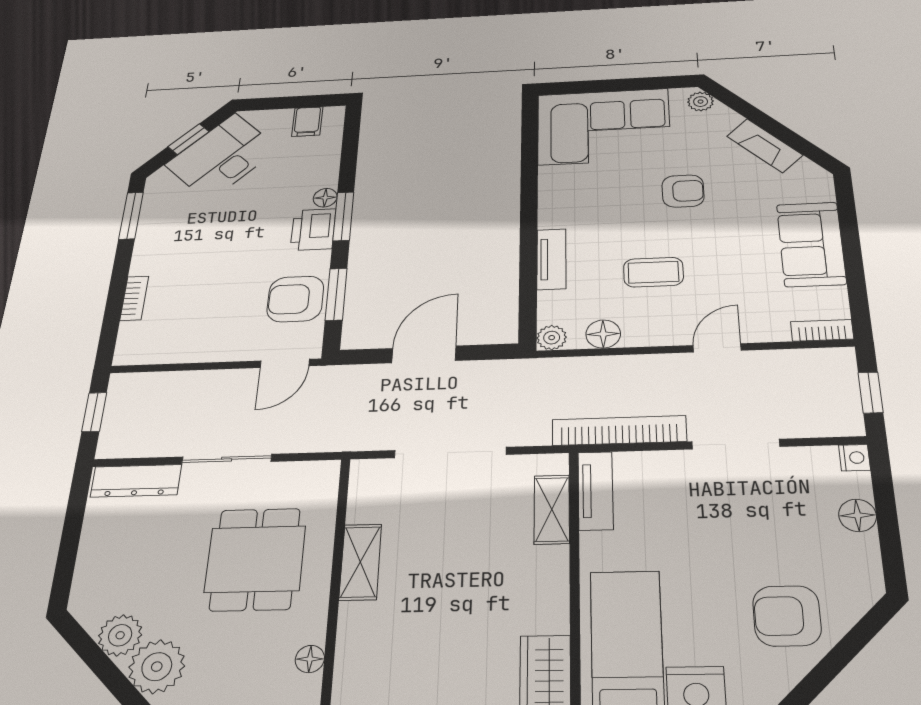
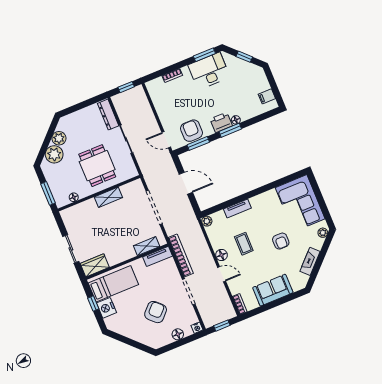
desk: (222, 157) -> (209, 71), moved, turned -45
floor lamp: (603, 334) -> (221, 255), moved
dining table: (255, 559) -> (97, 166), turned 90
armchair: (787, 616) -> (156, 312), moved, turned 44

